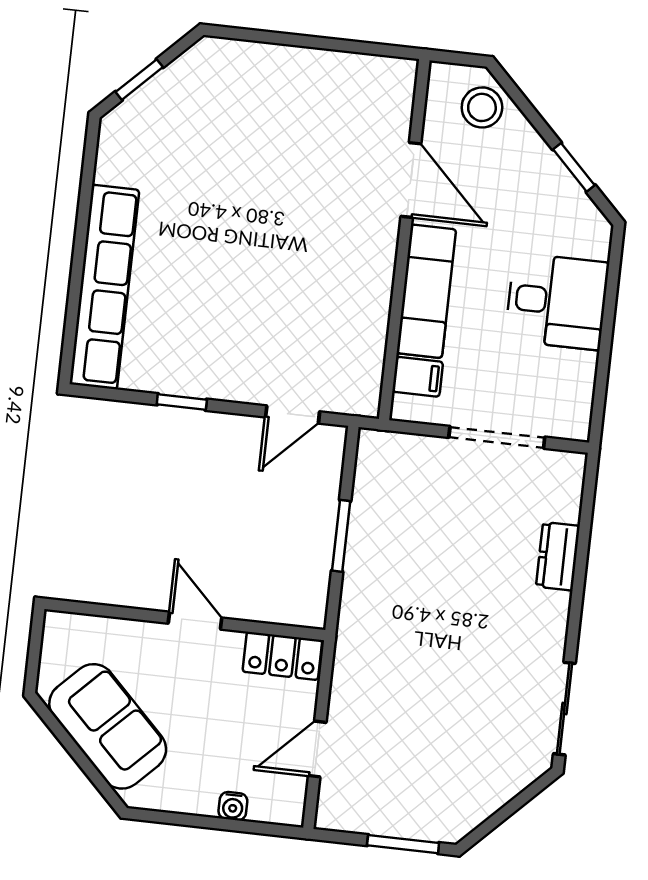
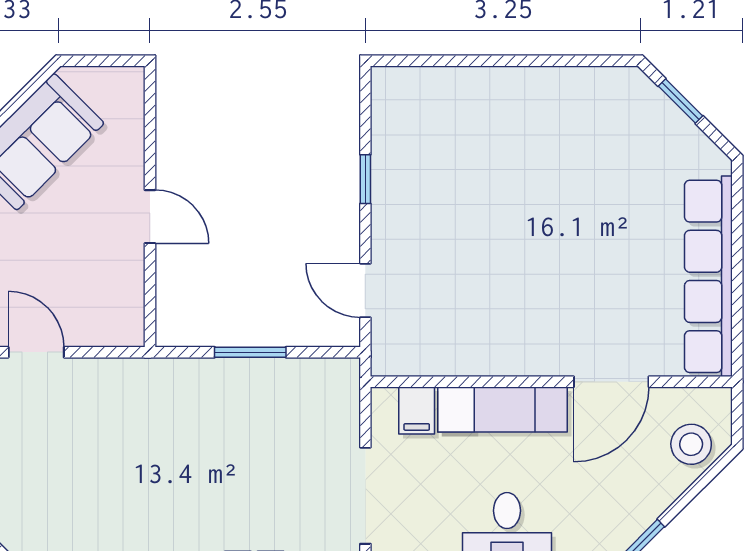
row of seats: (104, 287) -> (708, 276), moved, turned 90
door: (195, 621) -> (150, 217), hinge flipped
locker: (282, 656) -> (125, 307), removed

